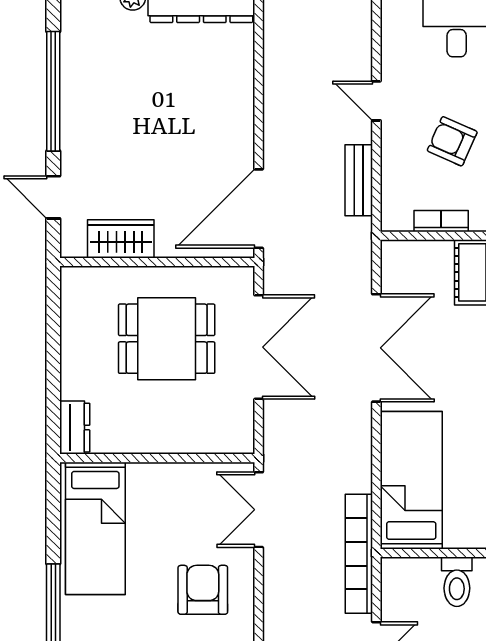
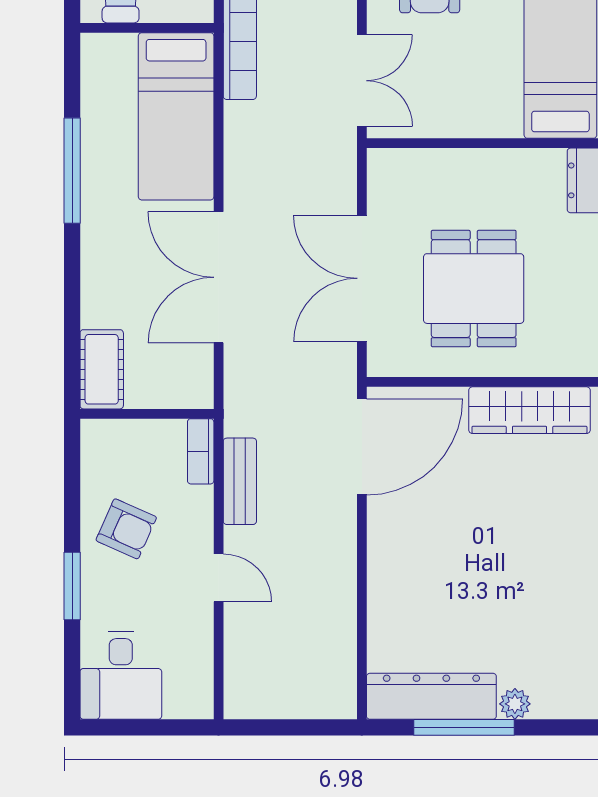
bookcase: (441, 221) -> (201, 451), moved, turned 90
wardrobe: (121, 239) -> (529, 410), width x1.50
dining table: (167, 339) -> (474, 289), turned 90

